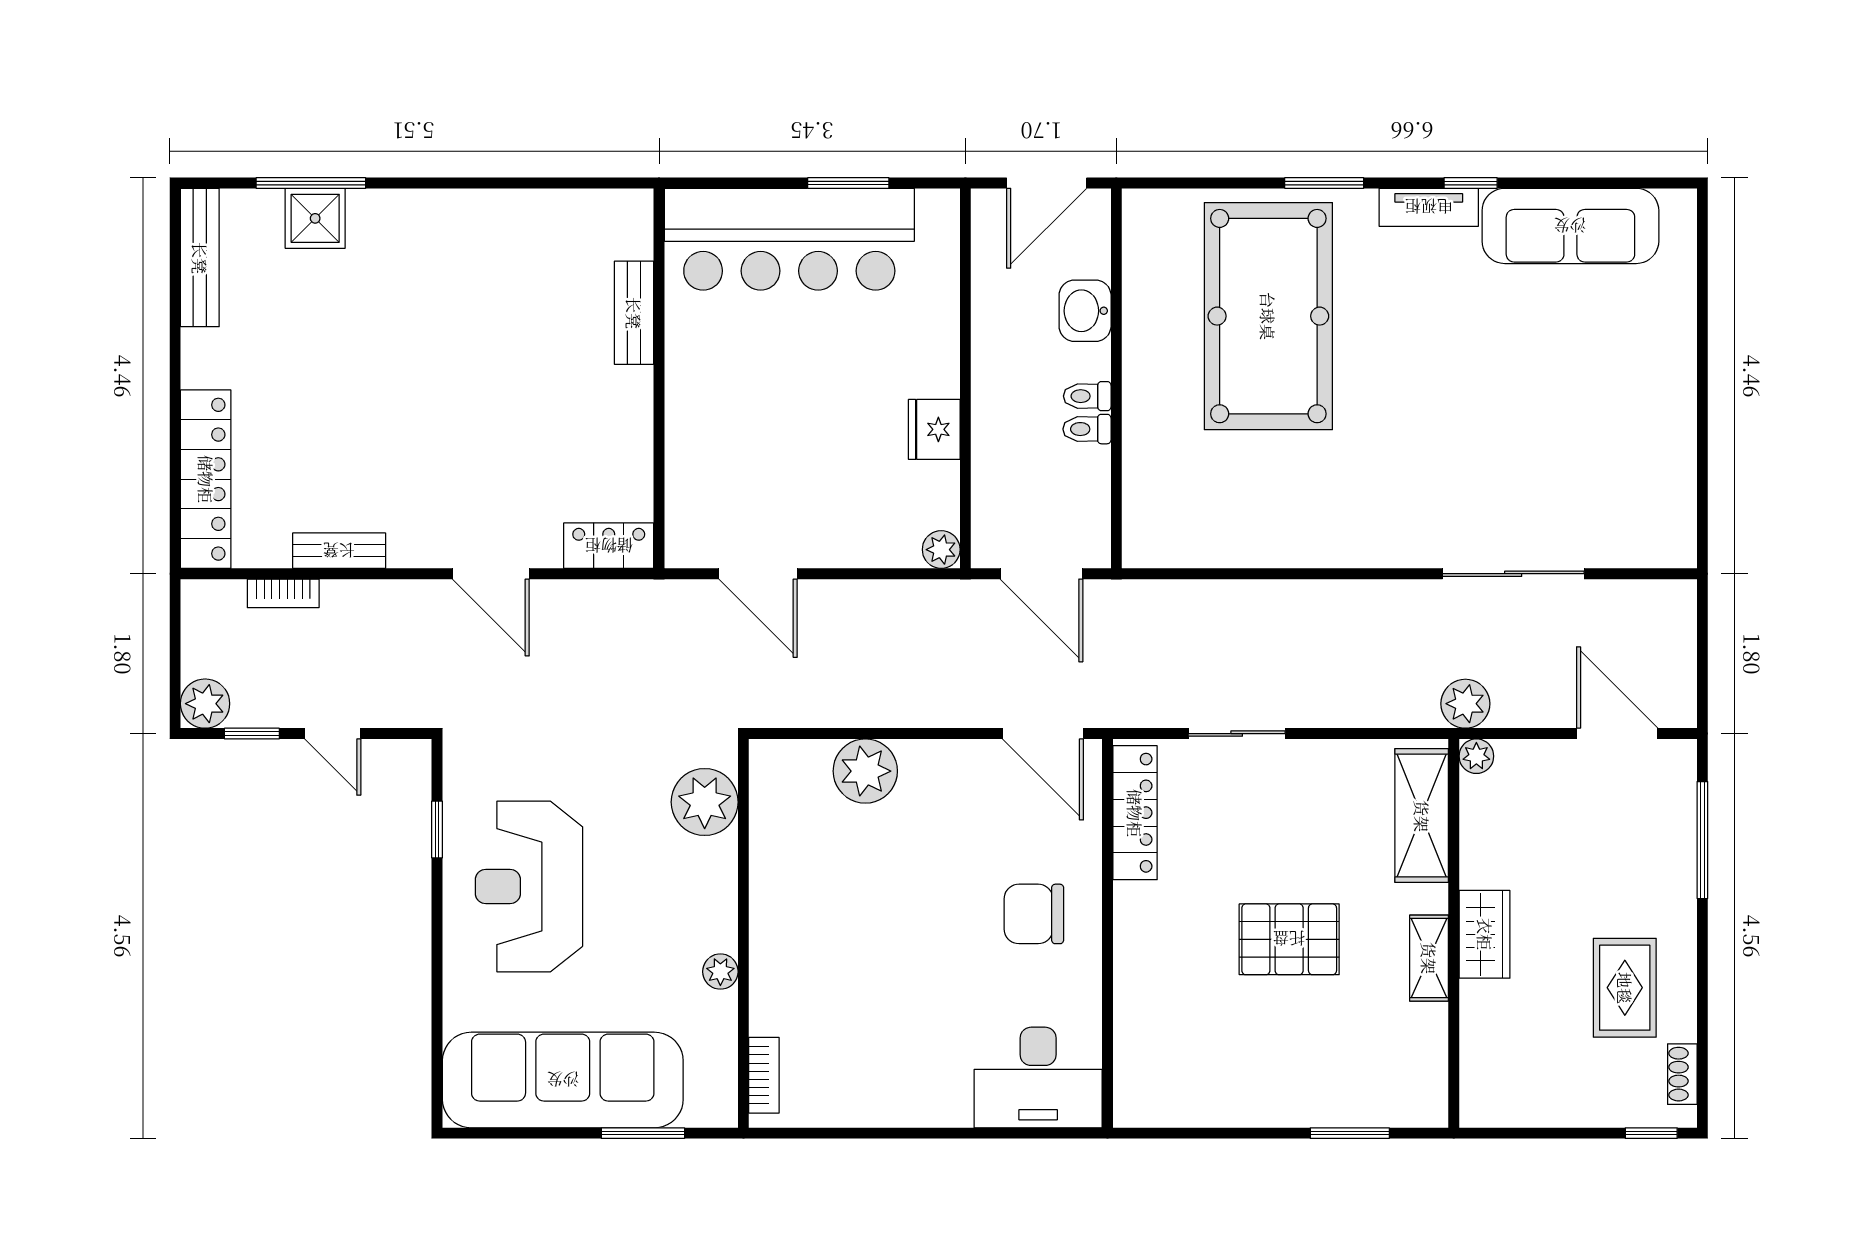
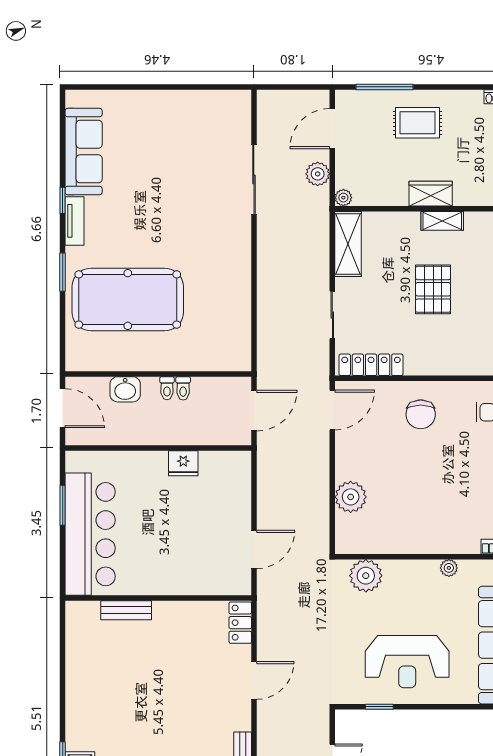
plant: (941, 550) -> (242, 460), removed
plant: (1465, 704) -> (318, 174), moved
shelving: (1422, 816) -> (348, 244), moved, turned 90
rug: (1625, 988) -> (417, 123), moved

